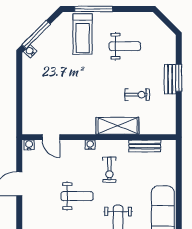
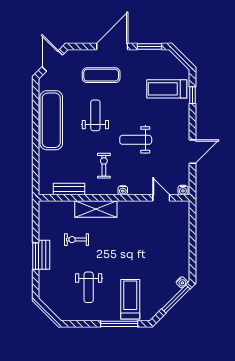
weight bench: (125, 46) -> (89, 287), turned -90

